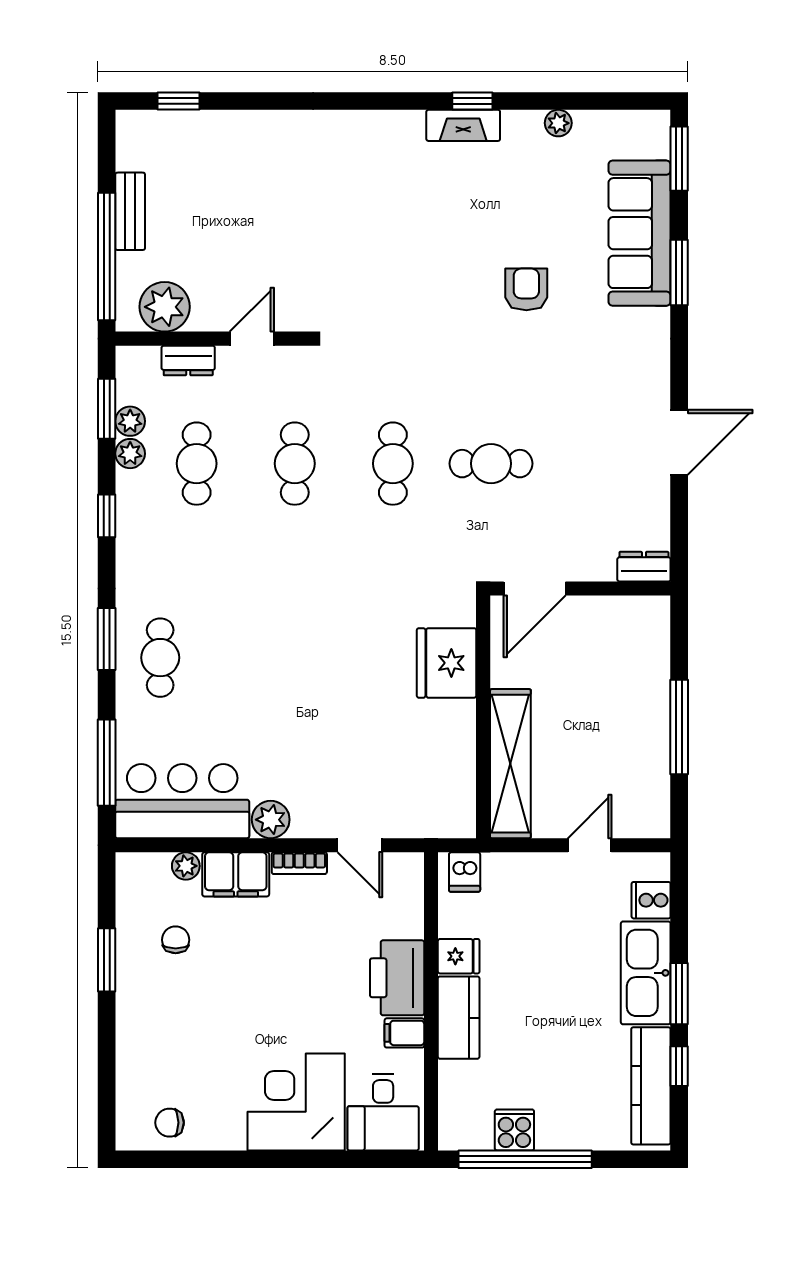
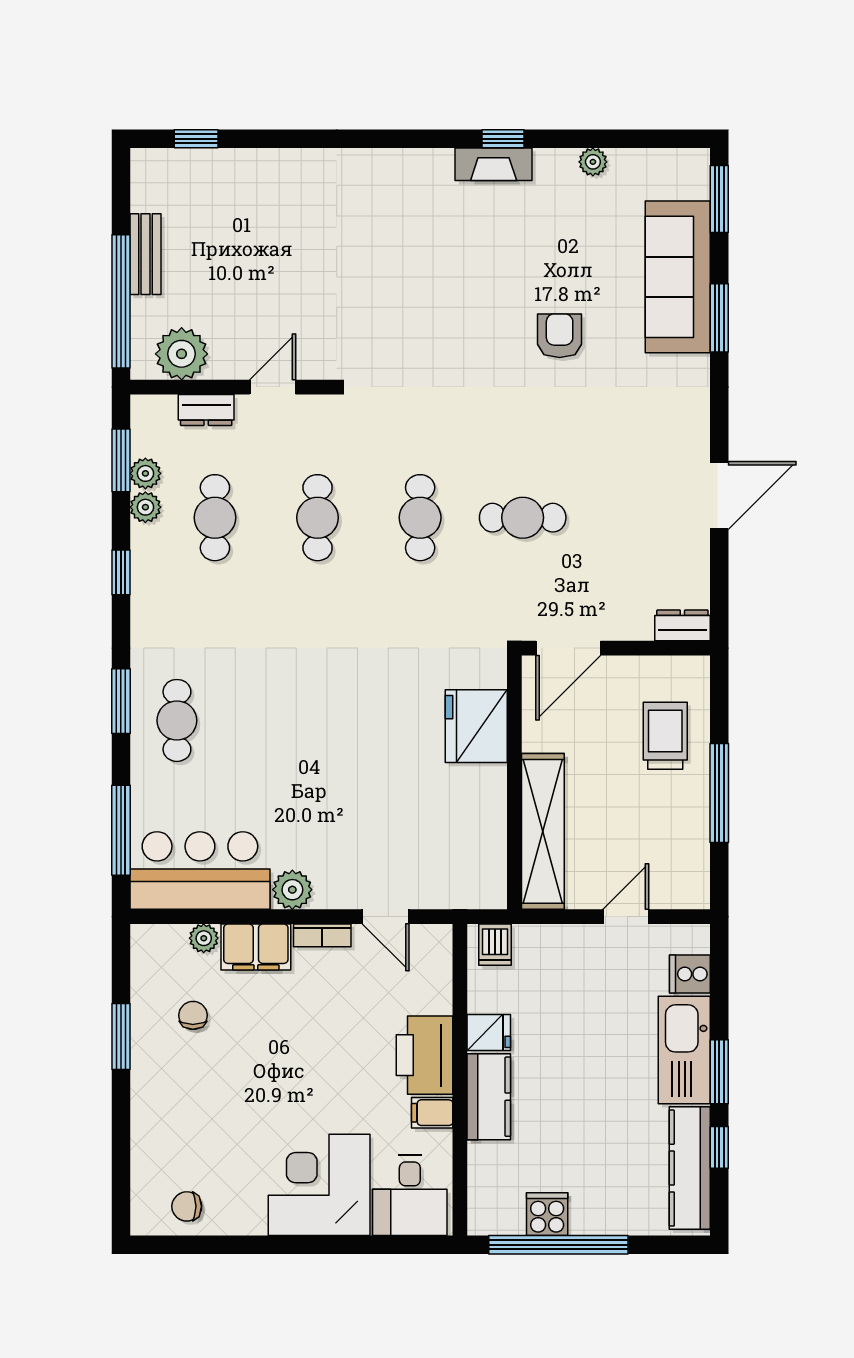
trolley: (627, 672) -> (665, 736), added

